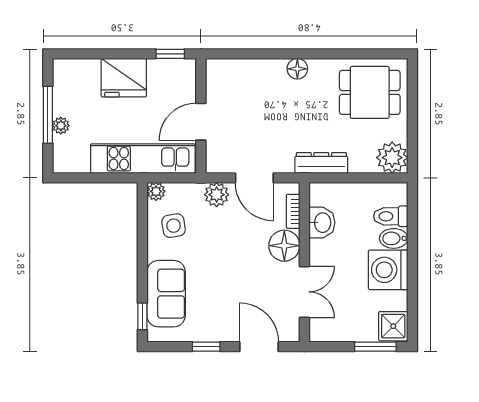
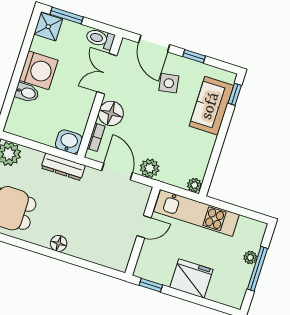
door: (201, 122) -> (144, 227), width x0.73
toilet: (391, 216) -> (100, 39), moved, turned 180
washbasin: (322, 223) -> (69, 142), moved, turned 90
side table: (174, 226) -> (169, 83), moved

